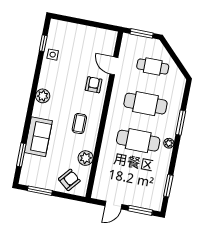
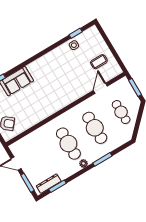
armchair: (94, 85) -> (78, 86), removed
plant: (43, 96) -> (43, 62), removed
coffee table: (79, 124) -> (99, 62), moved
plant: (86, 158) -> (29, 121), removed
dresser: (159, 192) -> (49, 184), added

